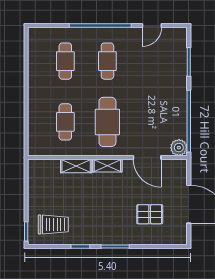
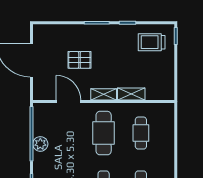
plant: (179, 148) -> (40, 144), moved
pallet: (150, 214) -> (79, 60), moved

